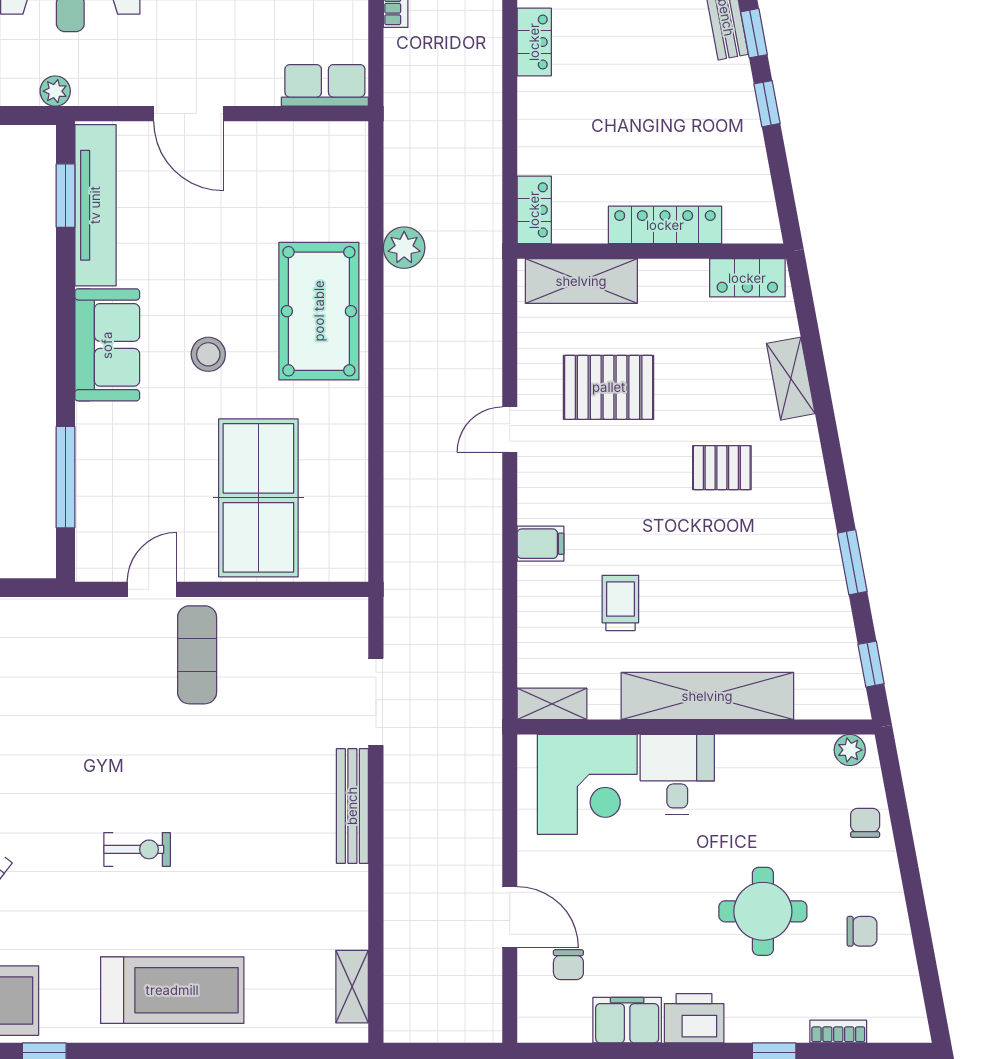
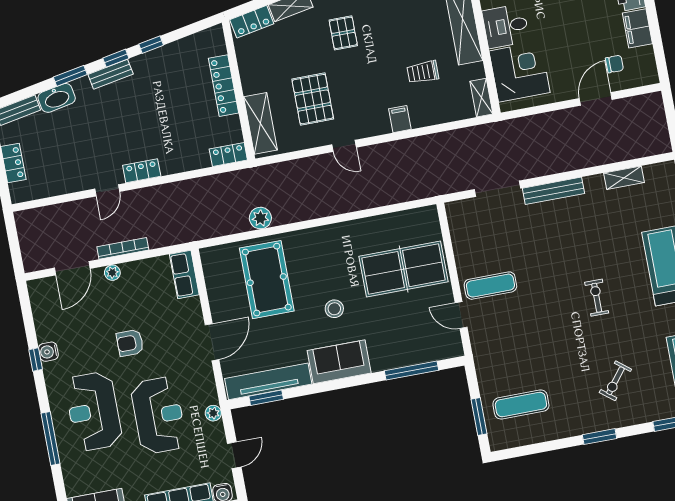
locker: (747, 278) -> (252, 22), moved, turned 79
pool table: (319, 311) -> (267, 280), moved, turned 90
shelving: (352, 987) -> (624, 178), moved

